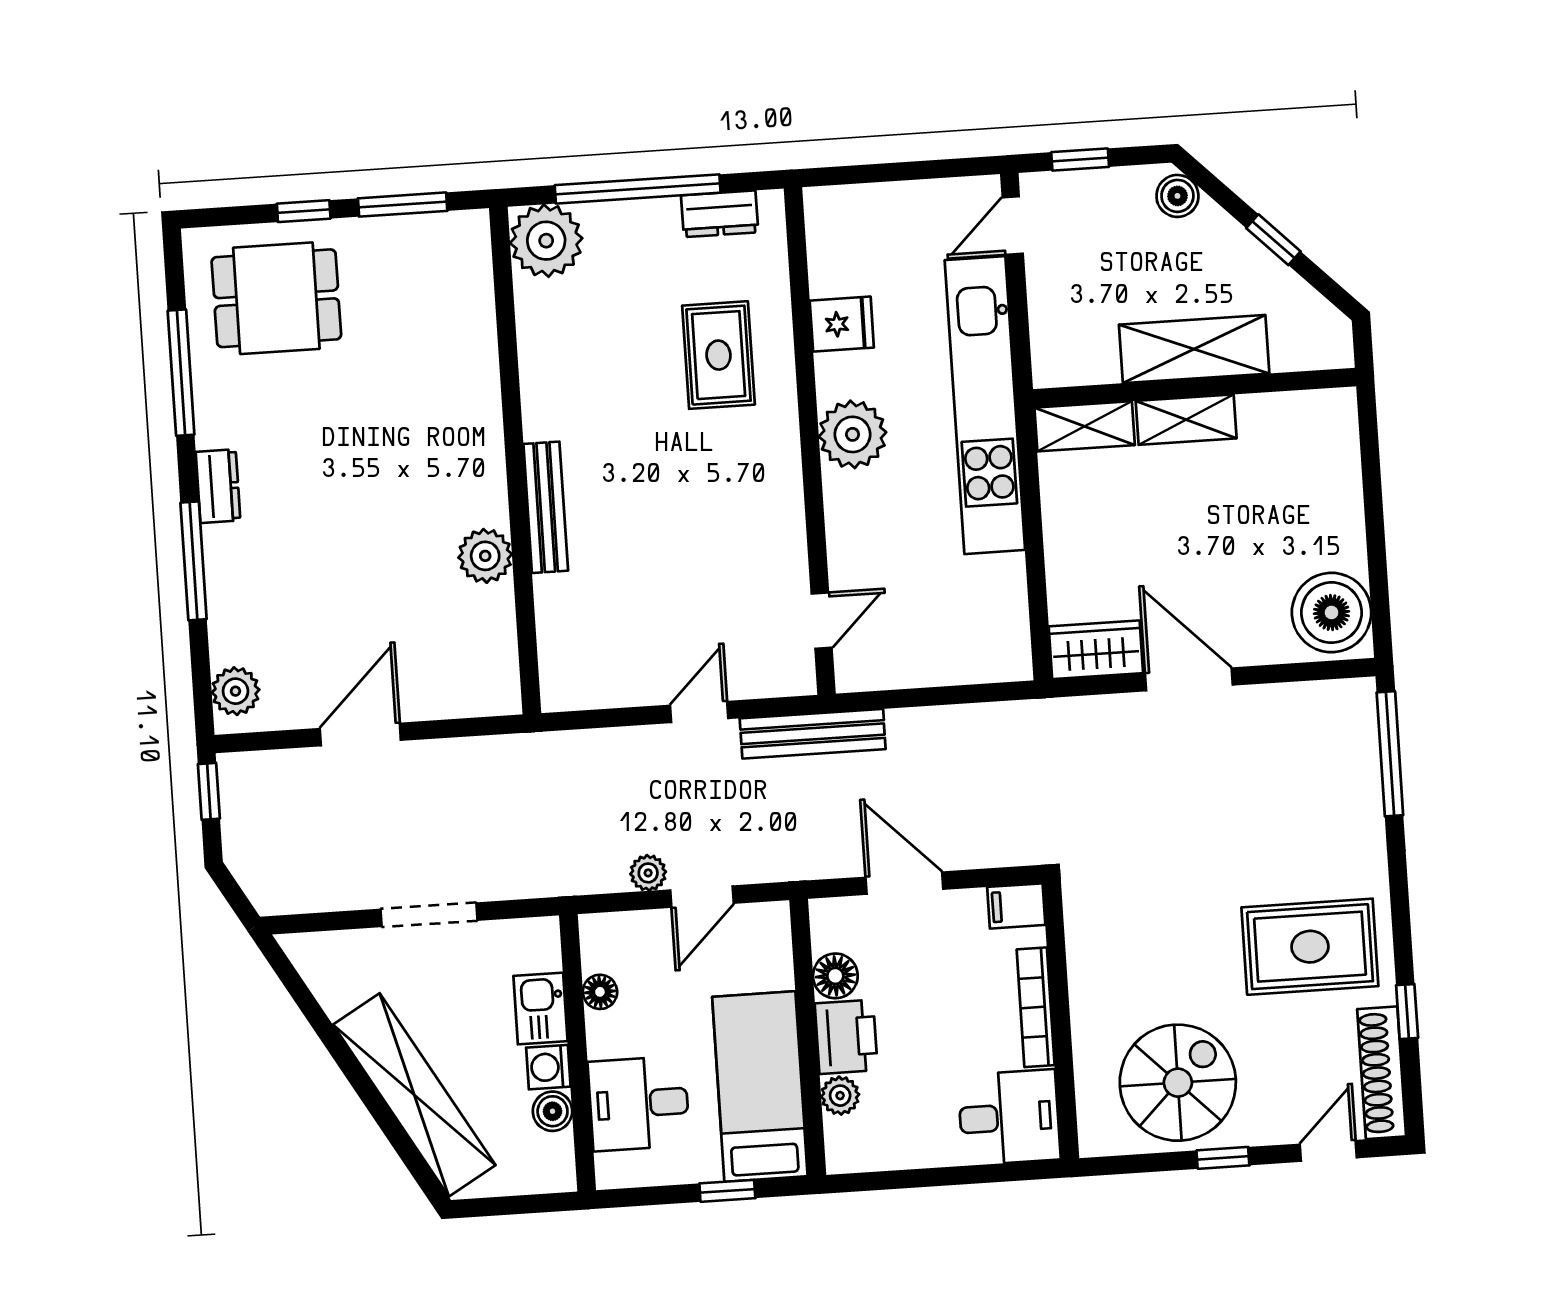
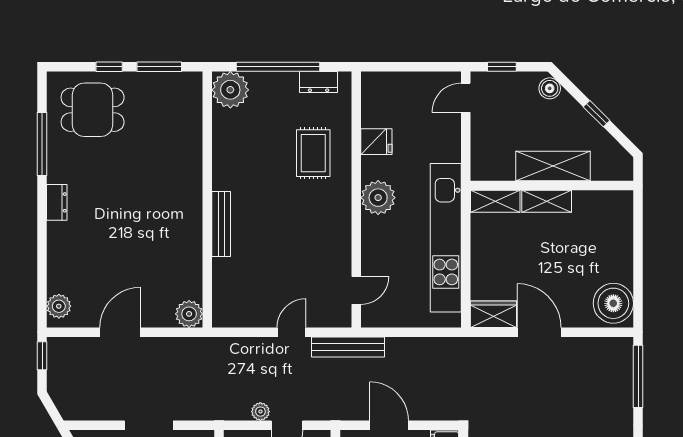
kitchen unit: (985, 405) -> (446, 238), moved
plant: (485, 556) -> (189, 314), moved
window: (194, 561) -> (42, 239), removed

